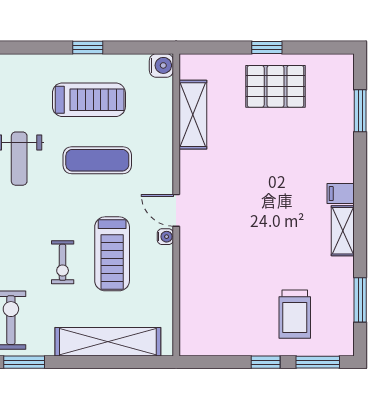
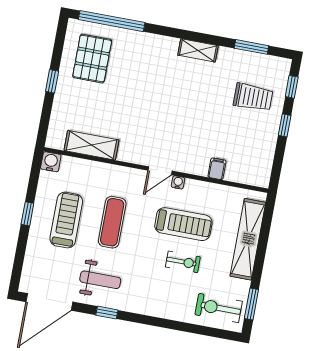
pallet: (276, 86) -> (92, 59), moved
window: (360, 111) -> (112, 21), width x2.11
filing cabinet: (341, 194) -> (217, 169), moved, turned 180
window: (318, 362) -> (292, 87), width x0.67

